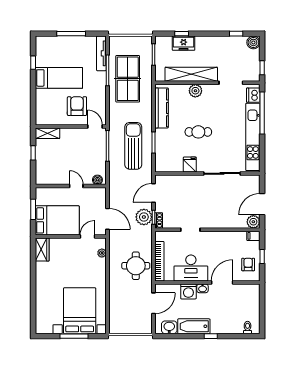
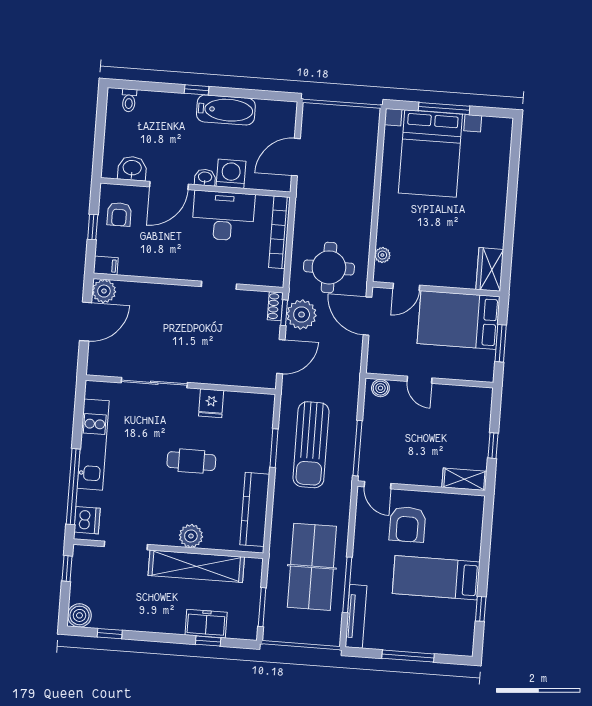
kitchen unit: (253, 137) -> (93, 445), width x0.73
round table: (136, 266) -> (329, 267), moved
washbasin: (169, 327) -> (132, 168), moved, turned 180

